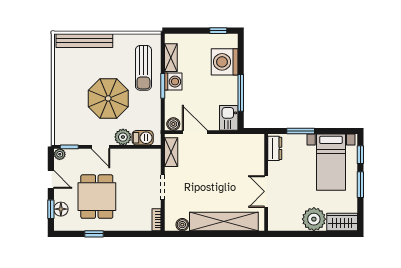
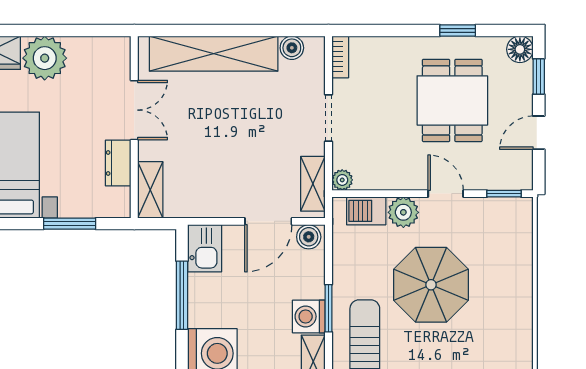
door: (195, 132) -> (268, 221), hinge flipped
dresser: (275, 148) -> (118, 163), moved
shelving: (258, 149) -> (150, 190), added
plant: (60, 154) -> (342, 180), moved
door: (51, 179) -> (539, 133), hinge flipped
floor lamp: (61, 209) -> (520, 49), moved

